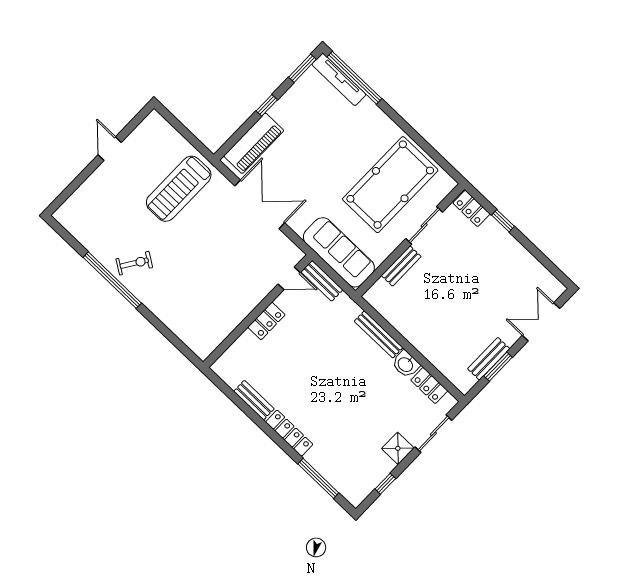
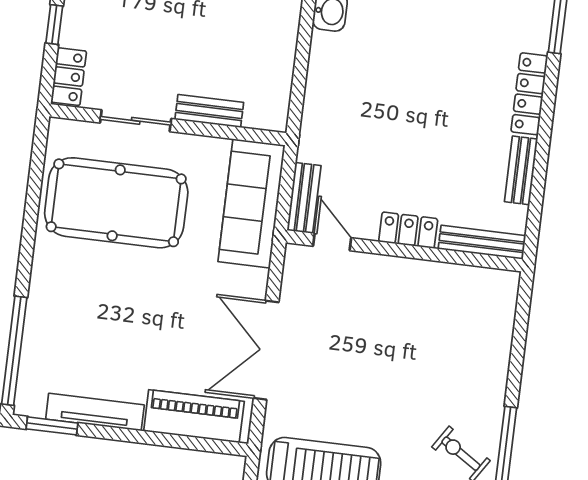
tv unit: (339, 79) -> (95, 412), moved, turned -90
window: (267, 105) -> (133, 436), removed
bench: (379, 334) -> (482, 242), moved, turned 90

